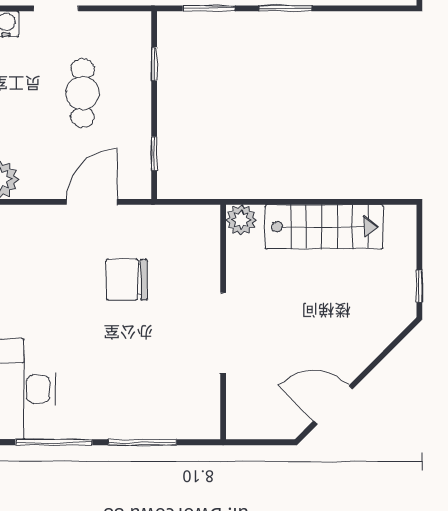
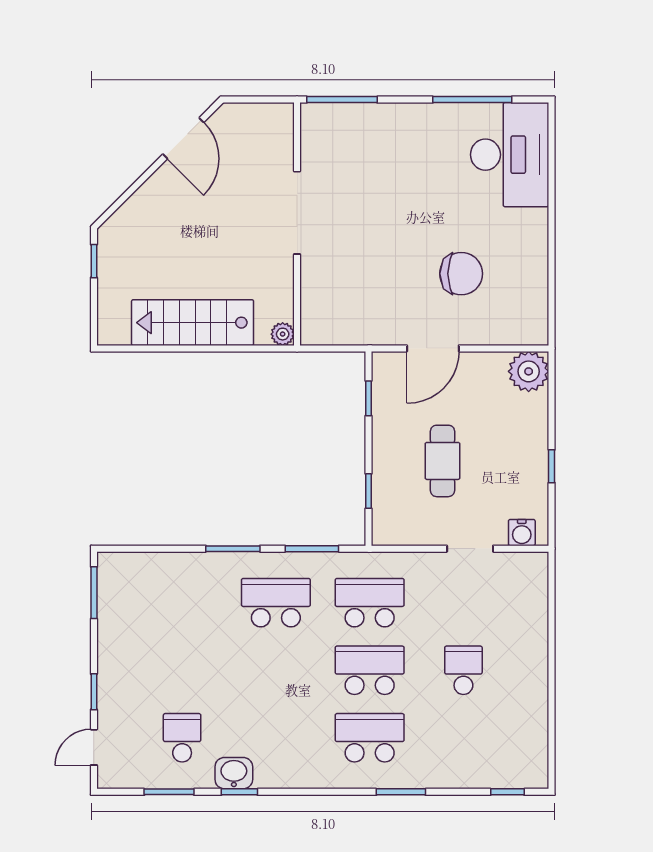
plant: (241, 220) -> (283, 334), width x0.73, depth x0.73
chair: (127, 280) -> (461, 274), moved
door: (333, 405) -> (183, 138), hinge flipped
window: (142, 442) -> (342, 100), moved

